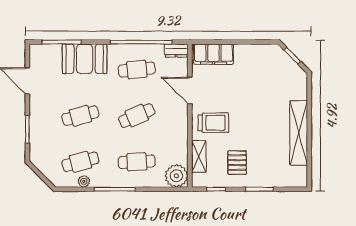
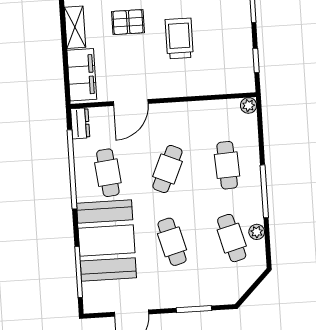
booth: (85, 59) -> (106, 240), width x1.36, depth x1.42
cafe table: (137, 116) -> (167, 169), turned 48
trolley: (213, 123) -> (179, 38), moved
shelving: (199, 156) -> (75, 27), moved, turned 90
pallet: (237, 163) -> (128, 22), moved
plant: (176, 176) -> (248, 105), width x0.53, depth x0.53

